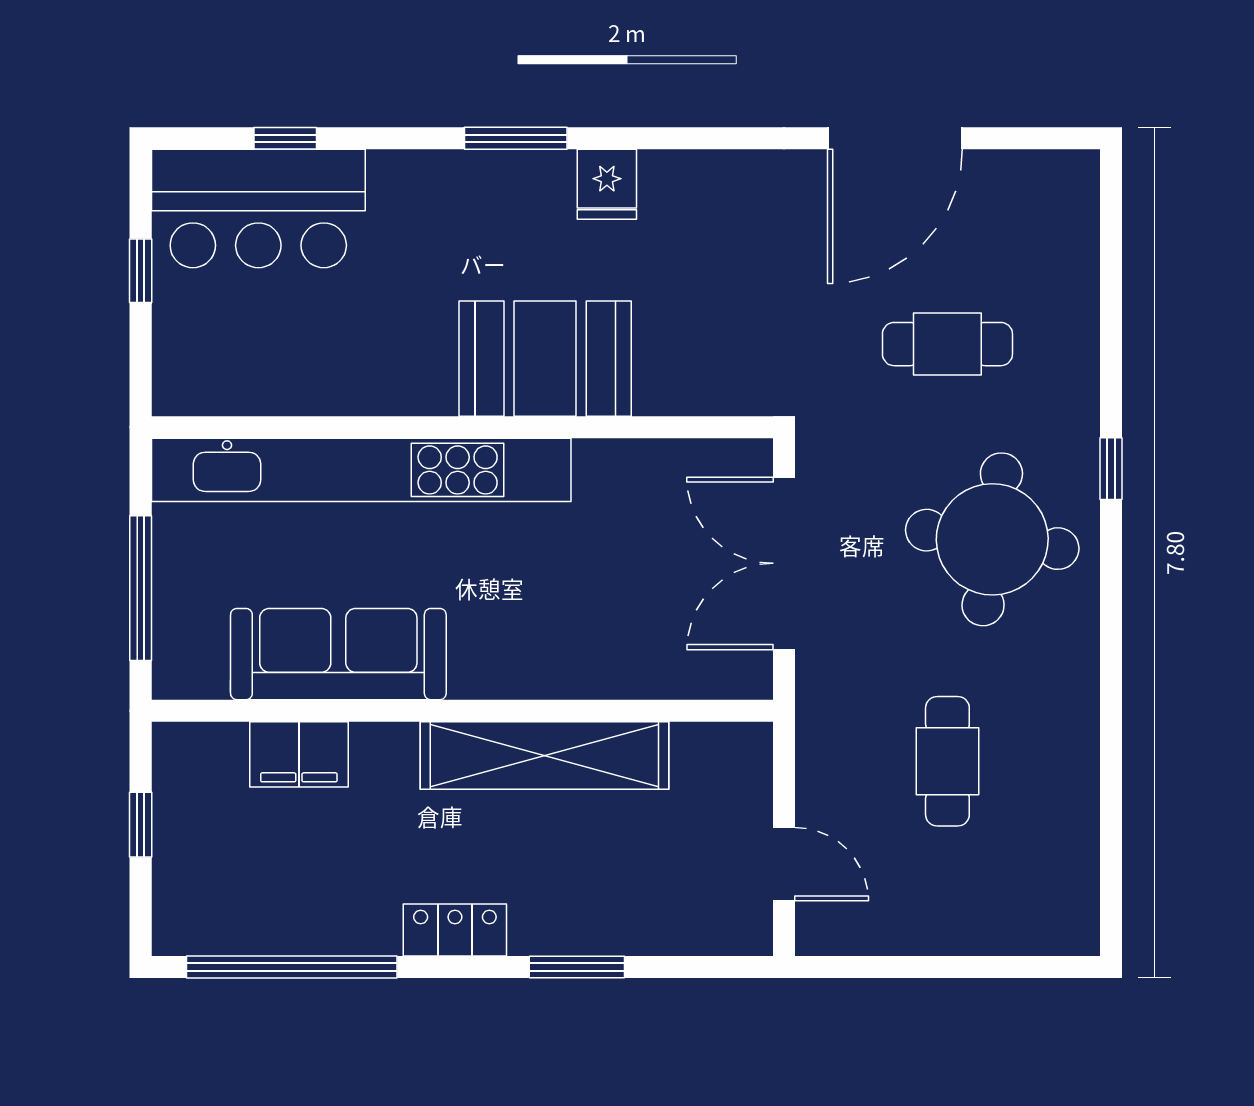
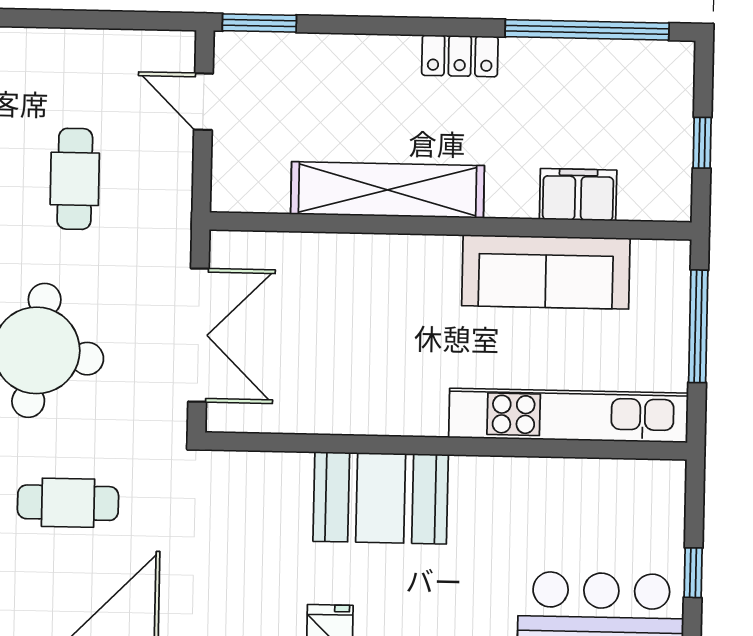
kitchen unit: (361, 470) -> (568, 415), width x0.73
window: (577, 967) -> (259, 23), moved

